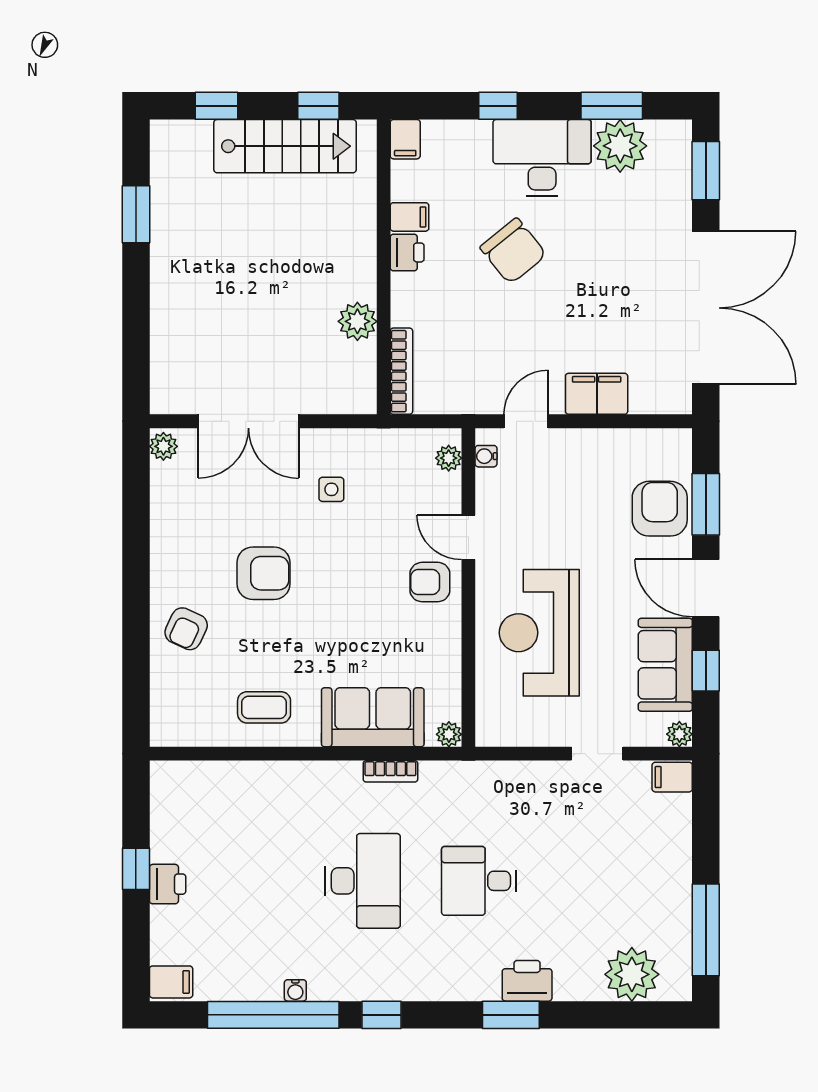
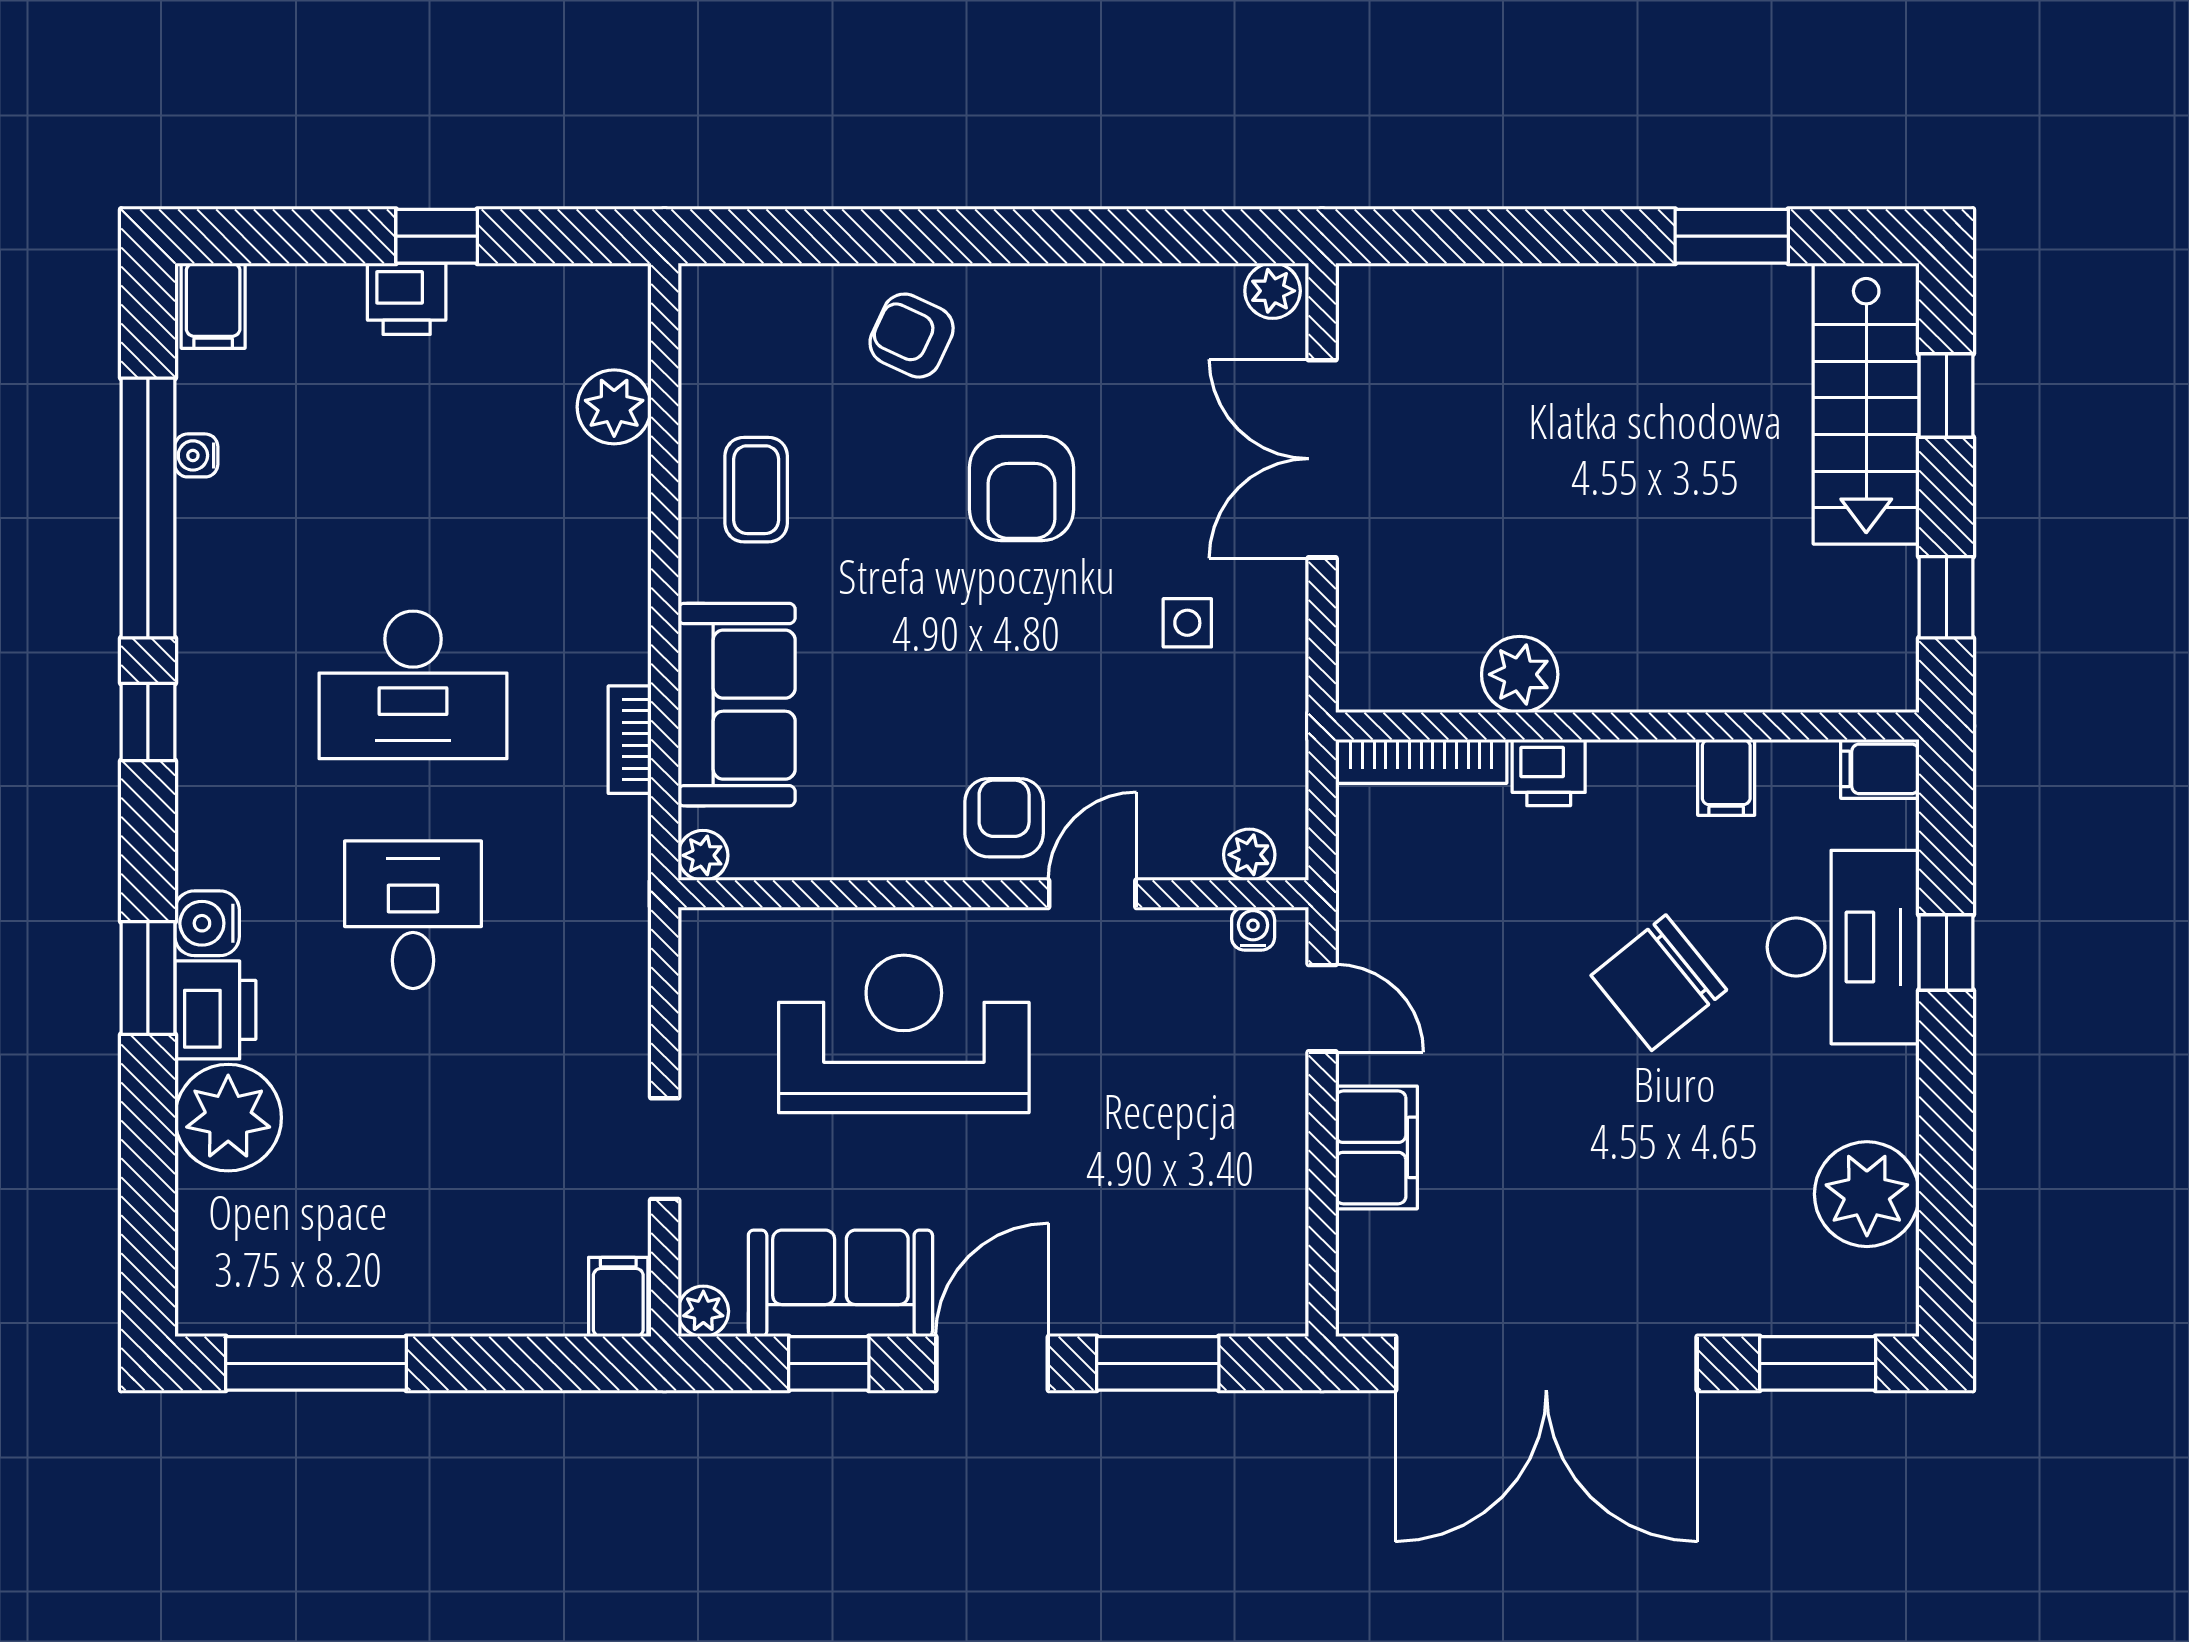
window: (612, 106) -> (1946, 1177), removed
stairs: (285, 146) -> (1866, 404), moved
desk: (542, 158) -> (1843, 947), moved
printer: (407, 252) -> (1549, 773), moved
armchair: (660, 509) -> (1149, 1272), removed
plant: (222, 779) -> (614, 407), added
plant: (632, 974) -> (228, 1118), moved
water cooler: (483, 985) -> (207, 923), added
water cooler: (295, 990) -> (196, 455), moved

